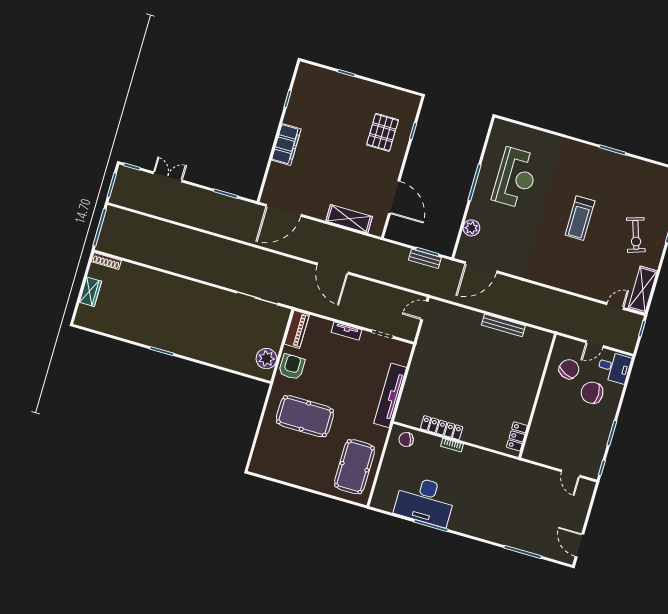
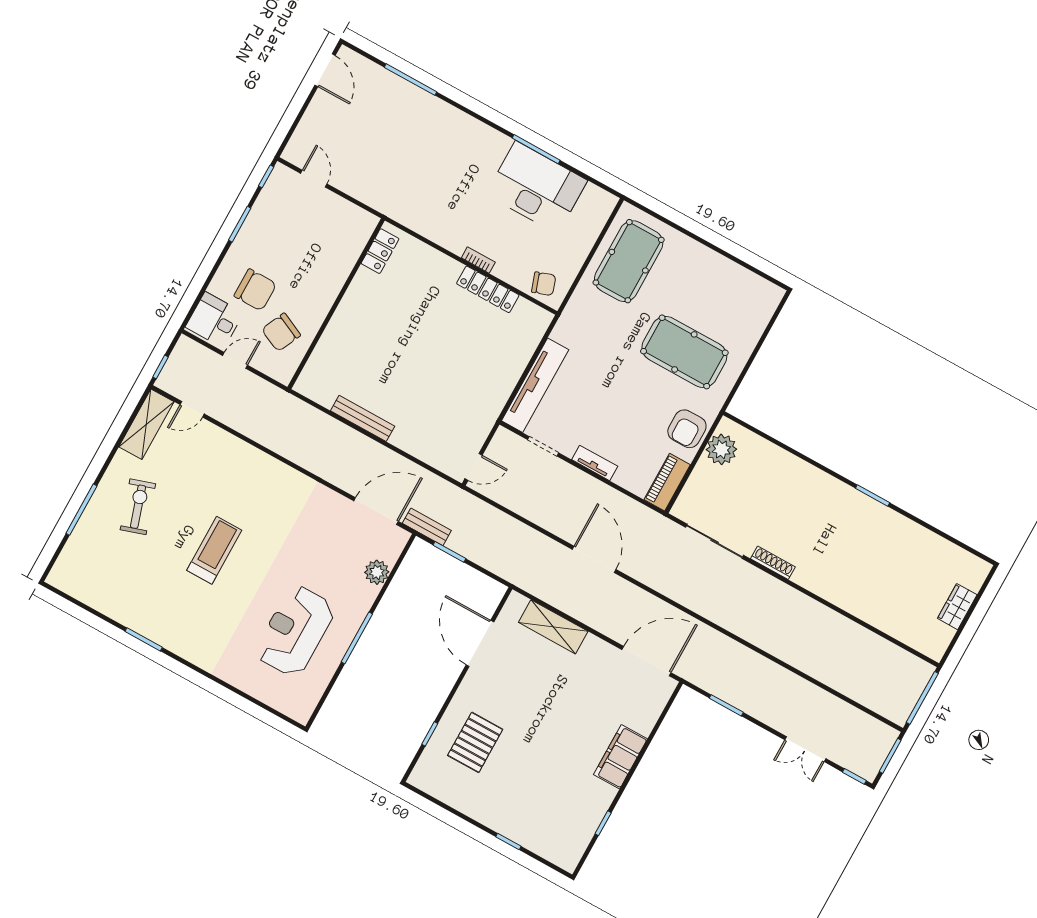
bench: (425, 259) -> (427, 527), moved
shoe rack: (106, 261) -> (773, 563), moved
tv unit: (390, 395) -> (535, 385), moved

